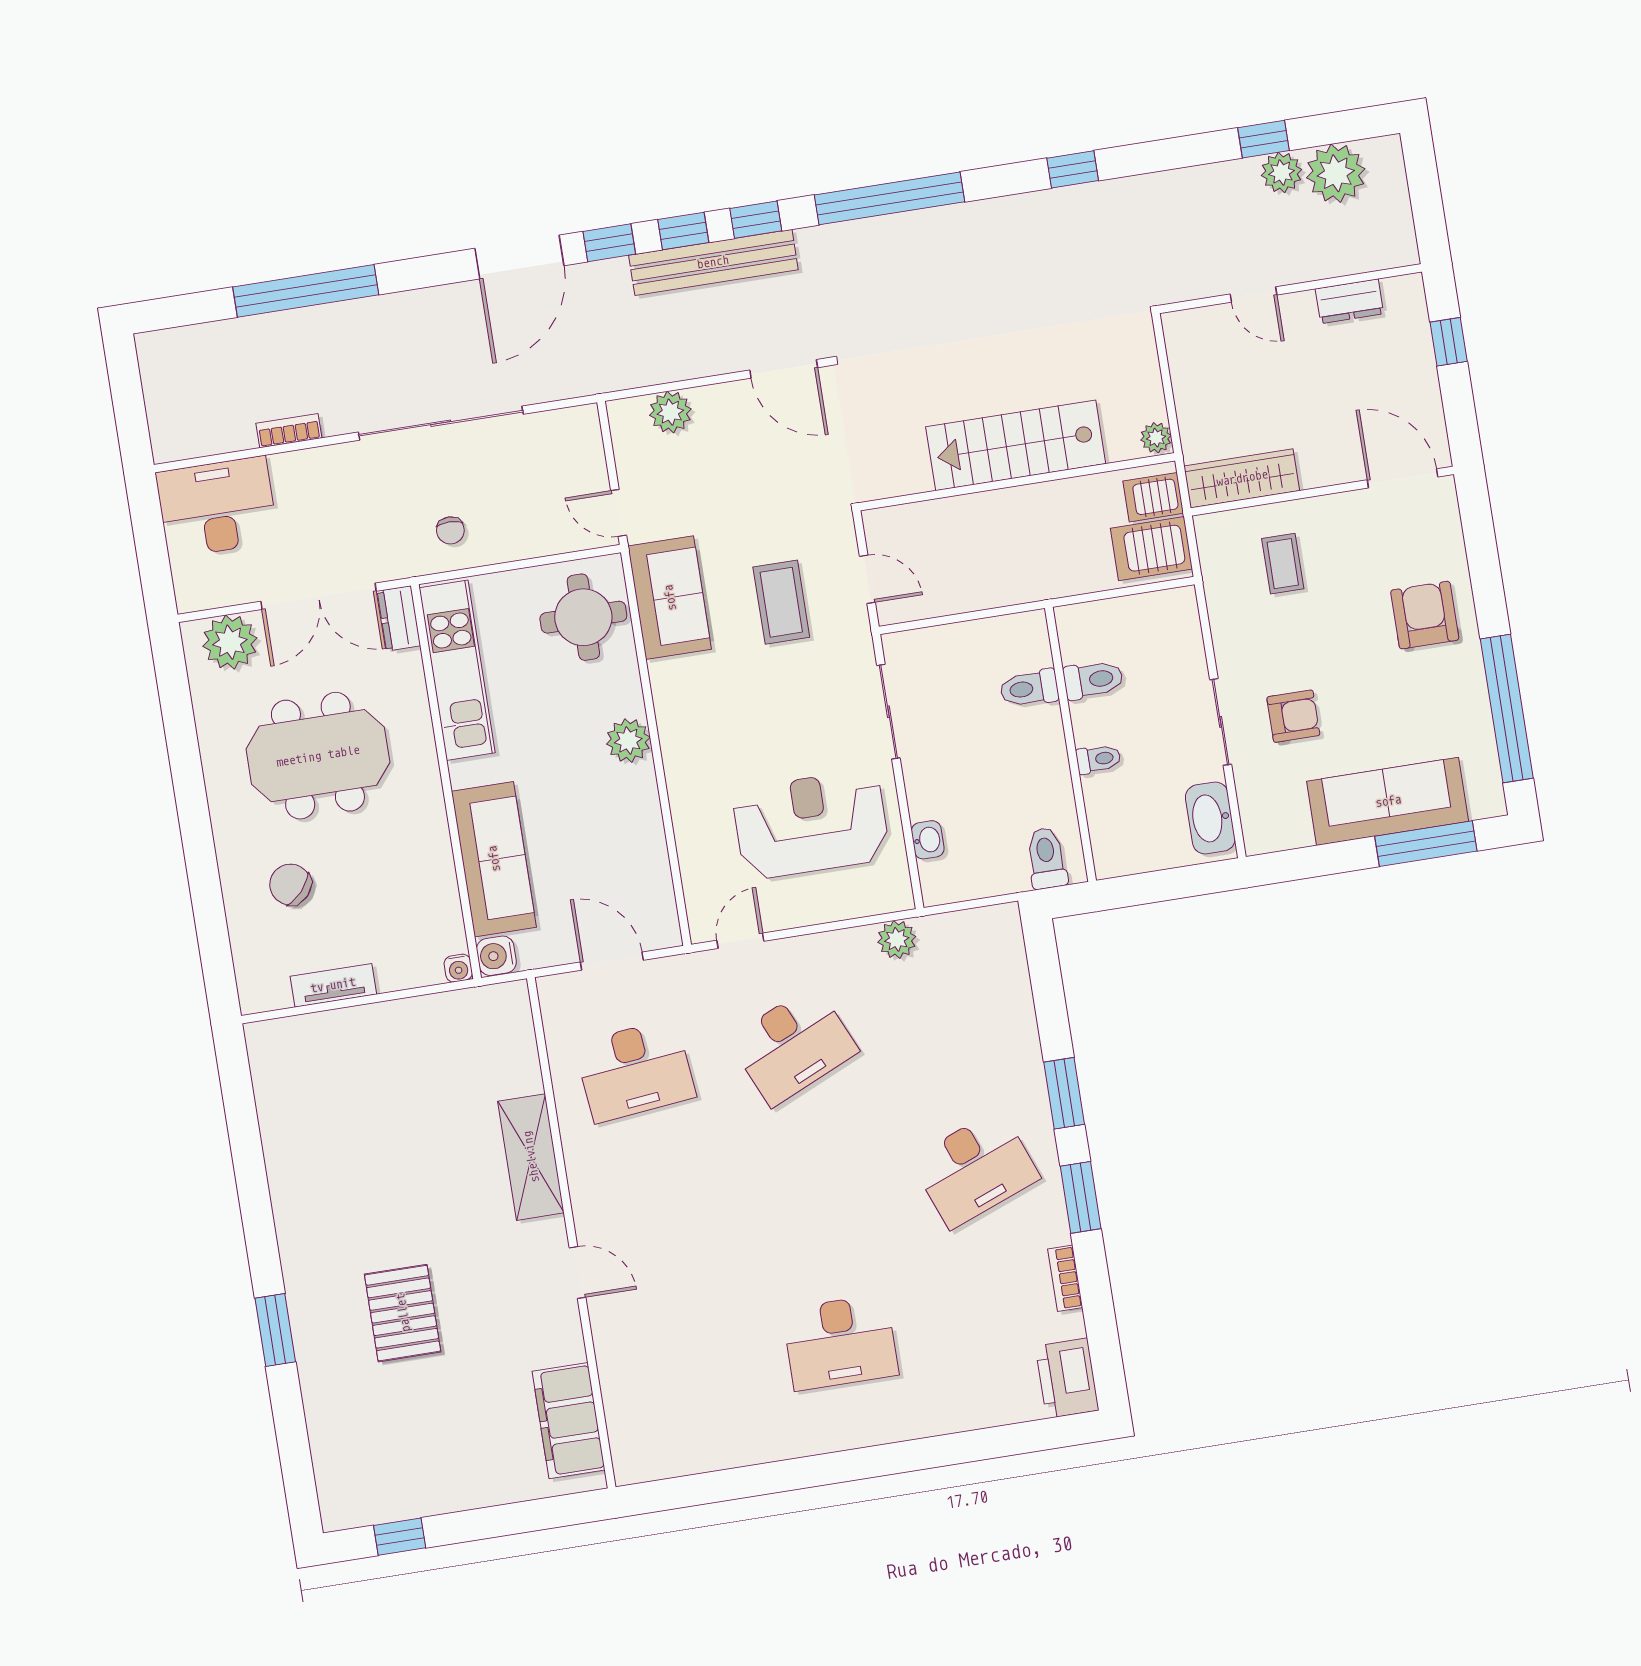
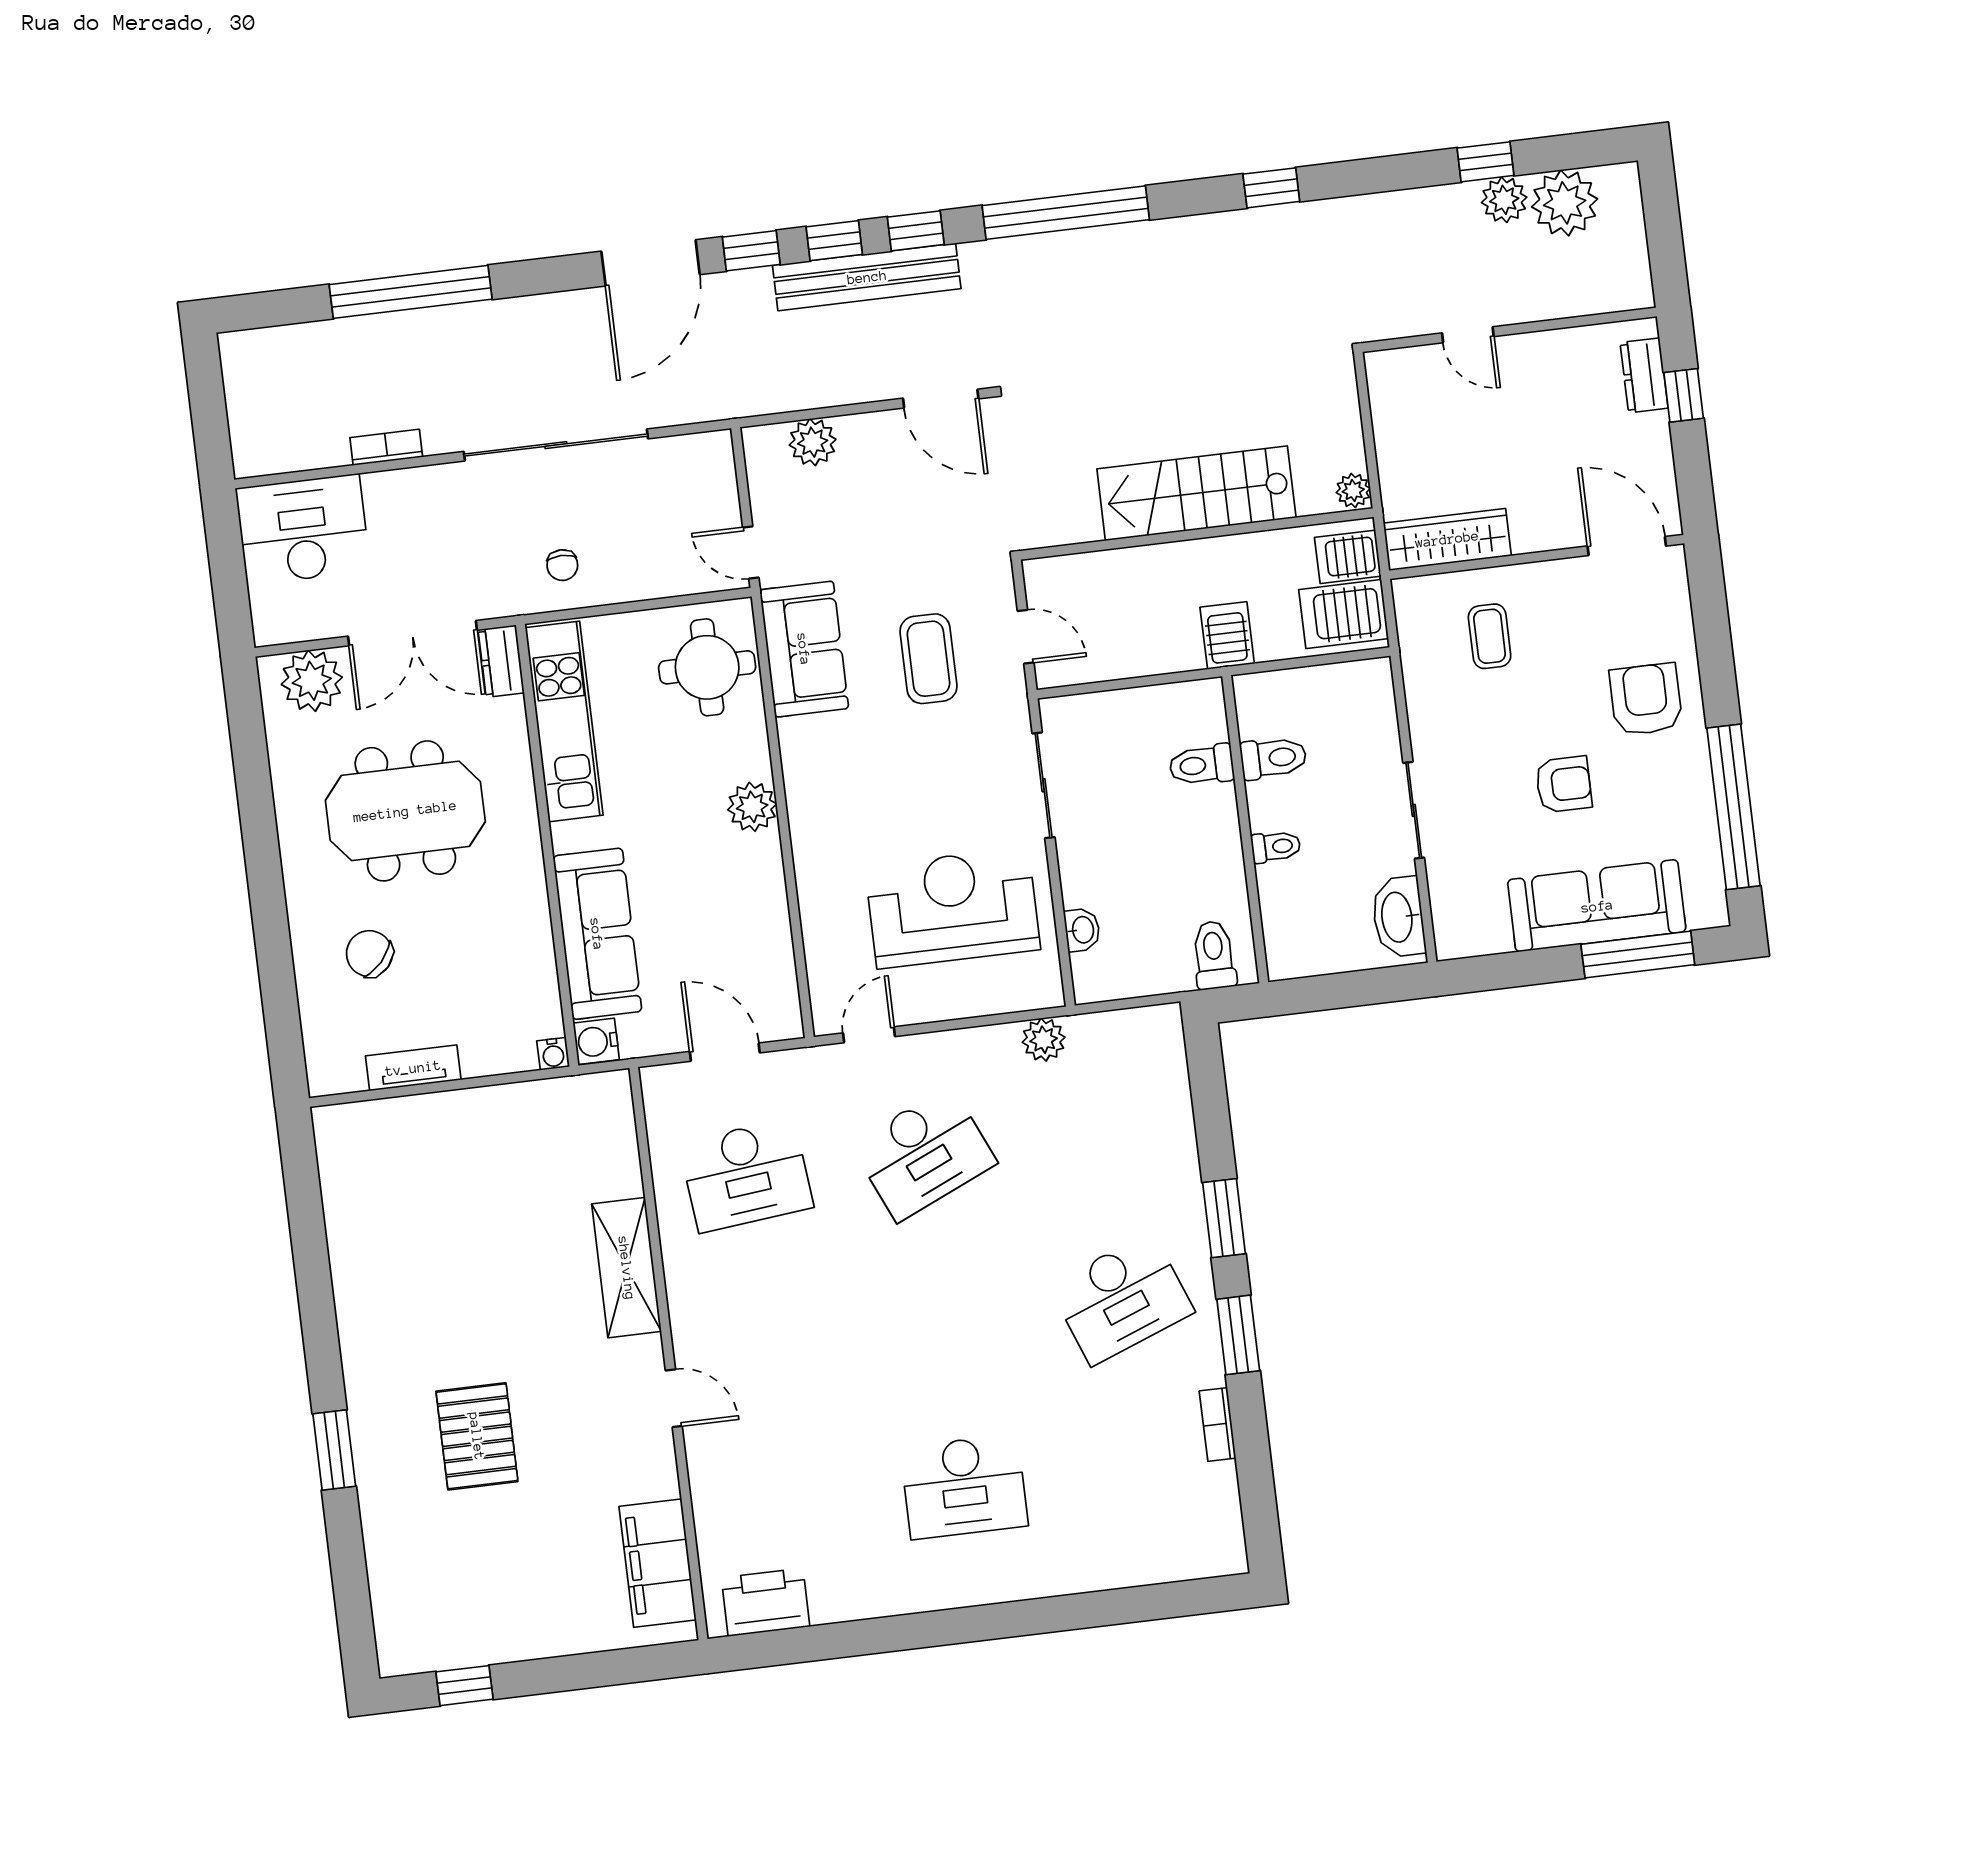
dresser: (1349, 301) -> (1644, 375), moved, turned 90
server rack: (1048, 572) -> (1227, 635), added
armchair: (1293, 716) -> (1564, 784), moved
printer: (1067, 1378) -> (766, 1602), moved, turned 90

